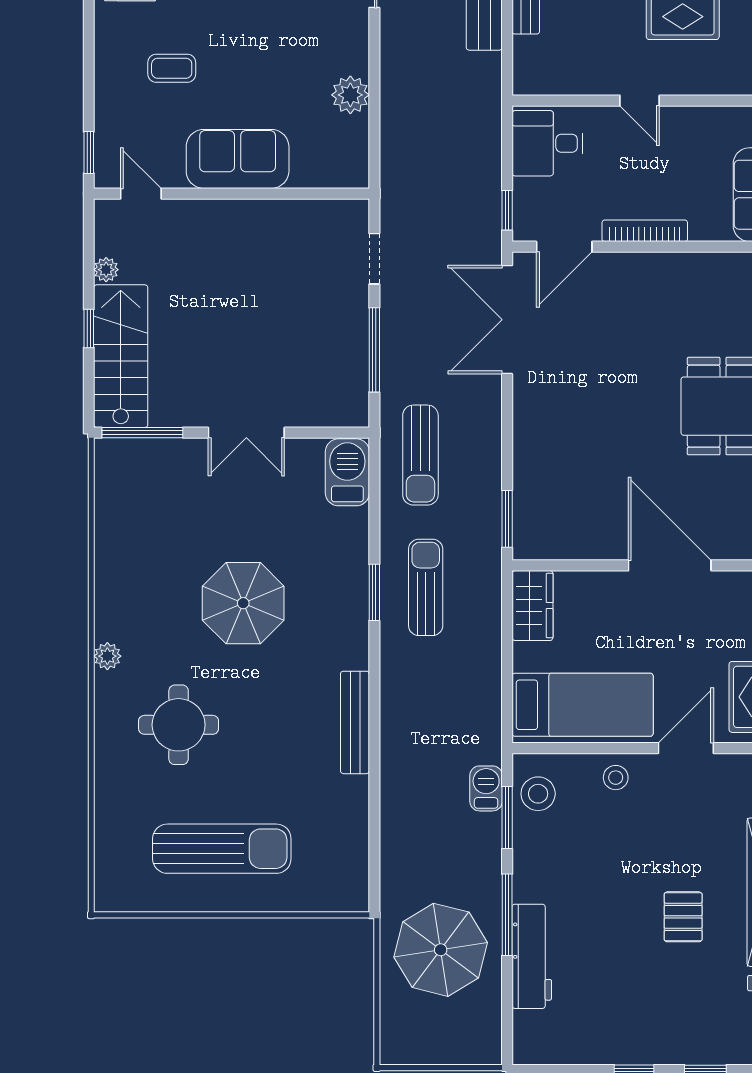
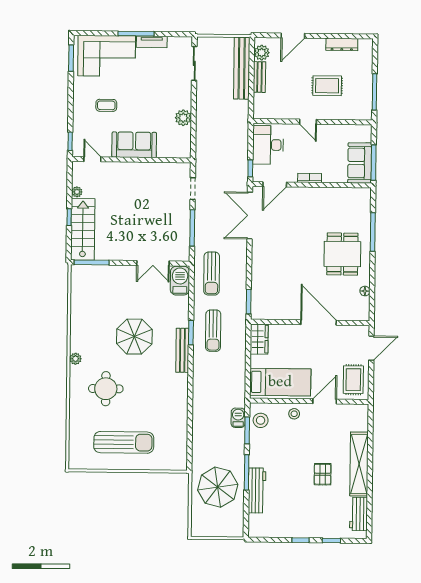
desk: (548, 143) -> (268, 145), width x1.37
bookcase: (645, 231) -> (310, 178), width x0.64
double door: (246, 433) -> (153, 263), moved
sun lounger: (426, 587) -> (213, 331), turned 180
bench: (355, 722) -> (182, 350), moved

